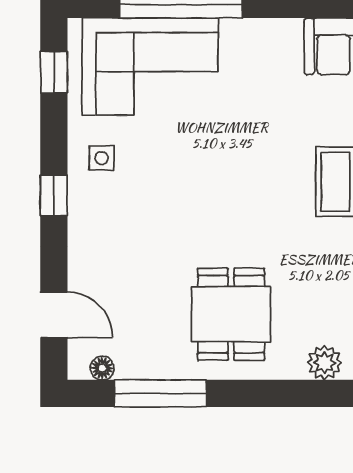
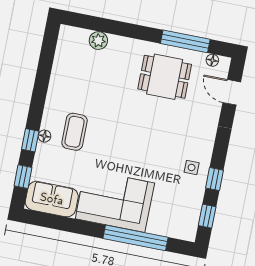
corner sofa: (150, 67) -> (115, 201), moved
window: (54, 196) -> (215, 179), moved
dining table: (231, 314) -> (165, 77), moved, turned 90

